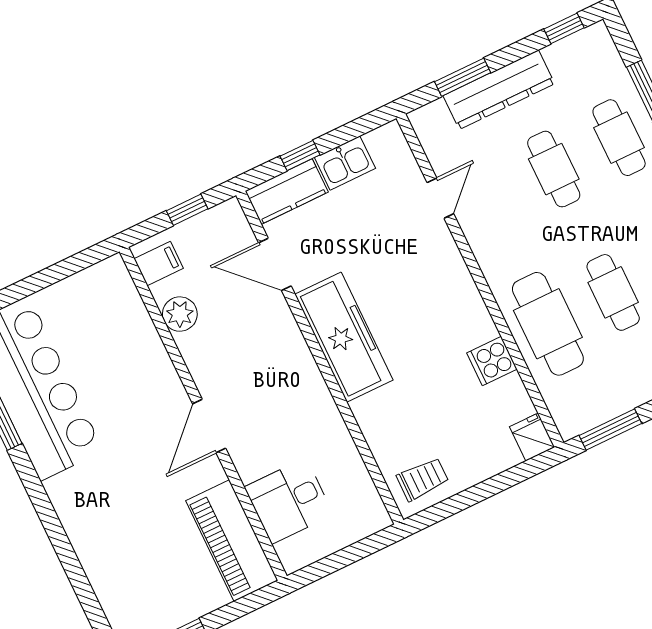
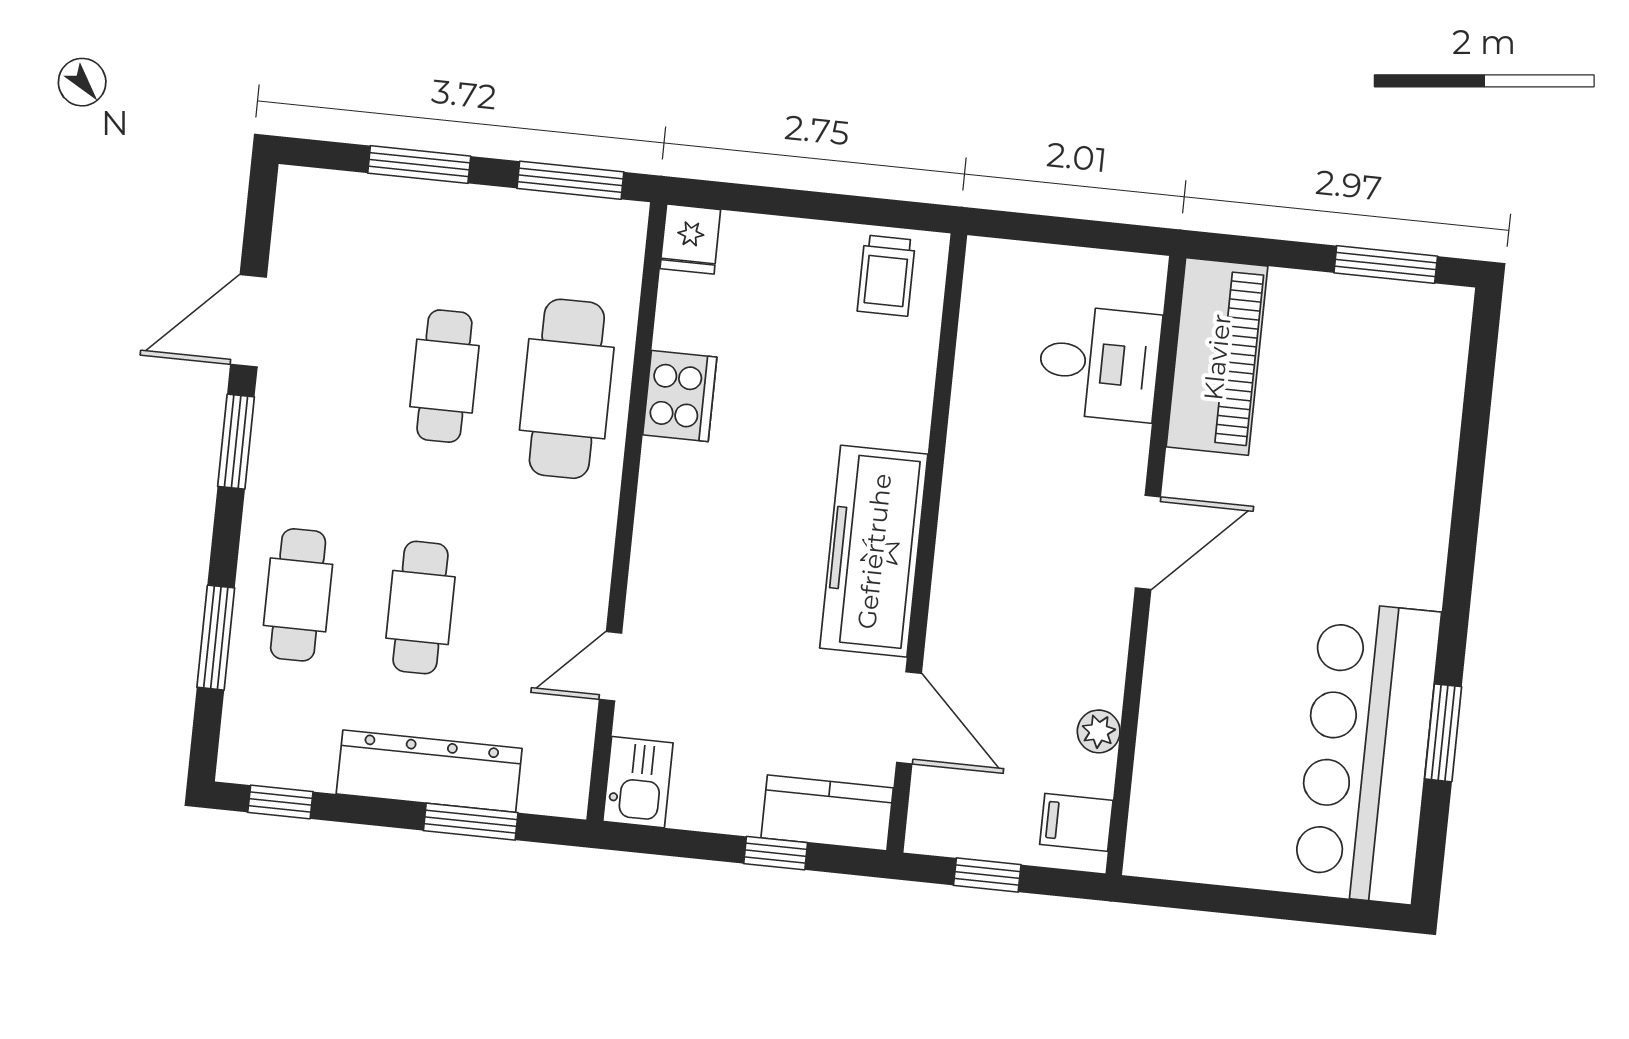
kitchen sink: (345, 163) -> (638, 782), moved, turned 90
plant: (180, 314) -> (1099, 731), width x0.73, depth x0.73
cooker: (492, 361) -> (680, 396), width x1.36
trolley: (423, 479) -> (886, 276), turned -90

